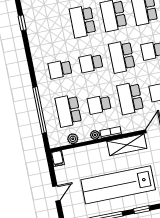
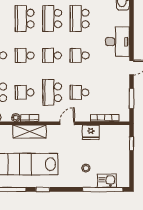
school desk: (122, 57) -> (52, 55), width x0.54
shelving: (127, 145) -> (29, 131), moved

